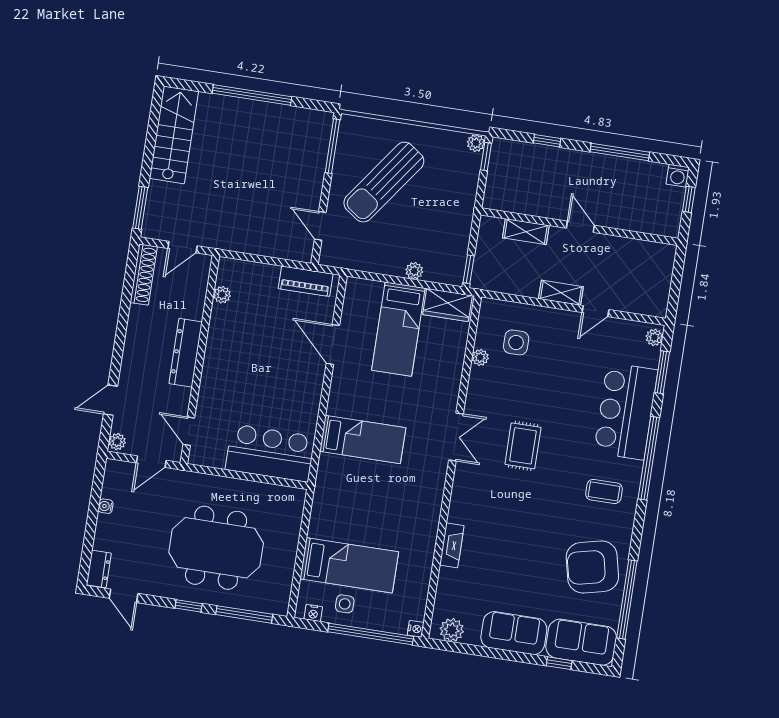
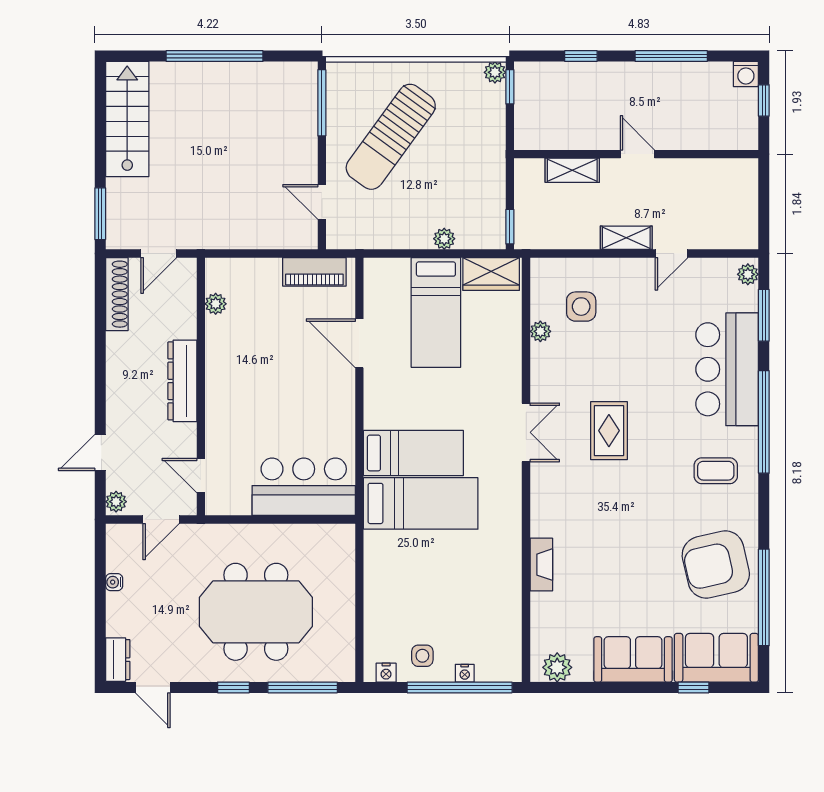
bed: (349, 565) -> (421, 503), moved
nightstand: (416, 629) -> (465, 673), moved, turned 90

